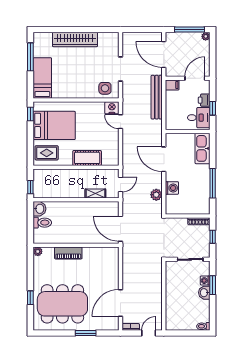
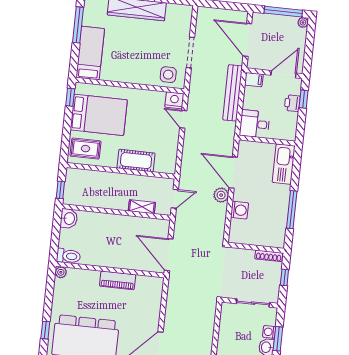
window: (213, 108) -> (304, 99), moved
desk: (199, 118) -> (255, 124), moved, turned 180
plant: (156, 195) -> (221, 195), moved
toilet: (42, 223) -> (68, 256), moved
piano: (68, 253) -> (118, 280), moved

